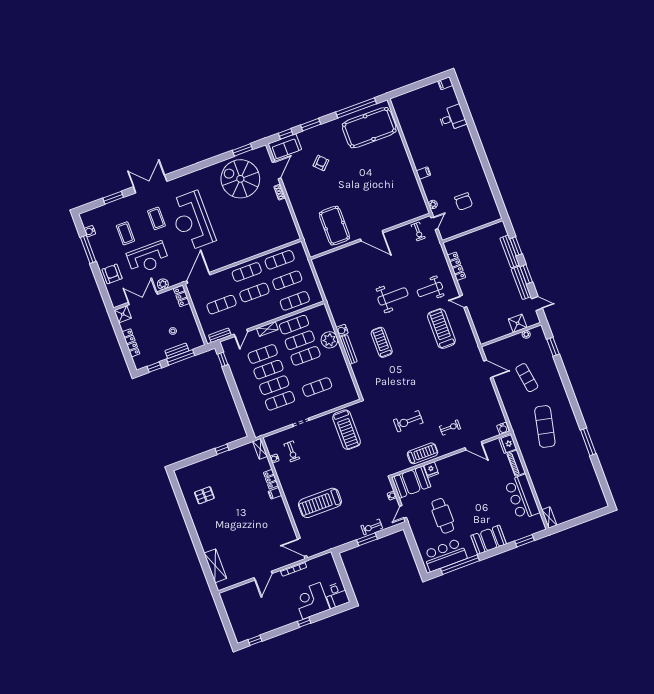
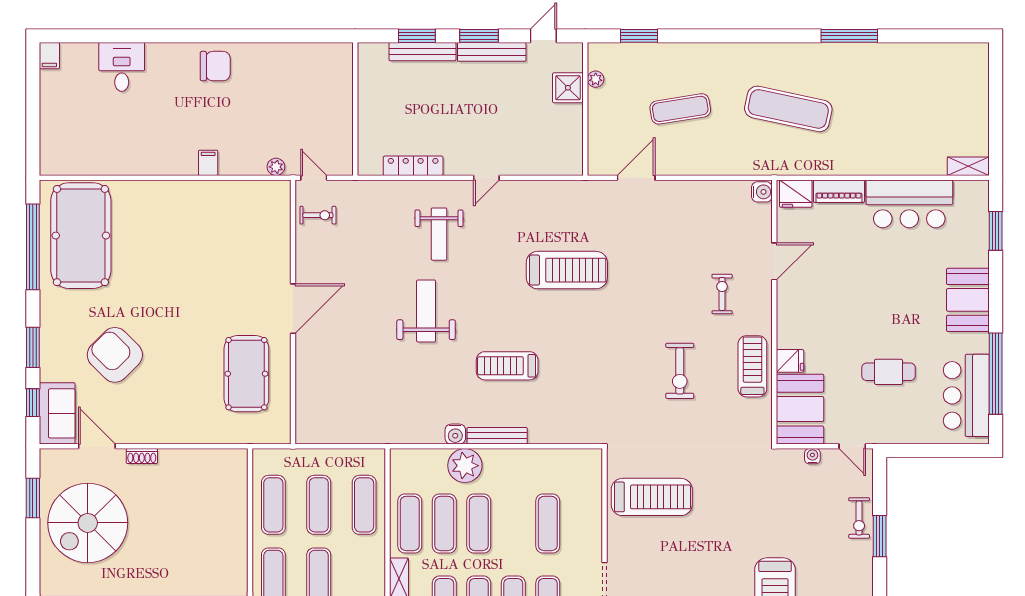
armchair: (321, 163) -> (115, 355), width x1.88, depth x1.88
chair: (464, 202) -> (215, 66), moved
pool table: (334, 226) -> (246, 374), turned 90
treadmill: (441, 329) -> (567, 270), moved, turned 180
cafe table: (443, 516) -> (889, 372), width x0.73, depth x0.74

